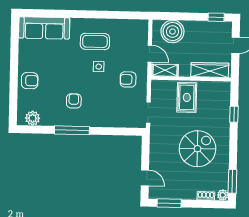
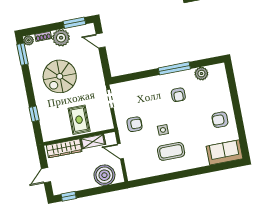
sofa: (44, 28) -> (225, 152), width x0.73
shelving: (165, 70) -> (93, 142), moved
armchair: (30, 81) -> (220, 120), moved
plant: (33, 118) -> (201, 74), moved
plant: (187, 190) -> (61, 38), added

